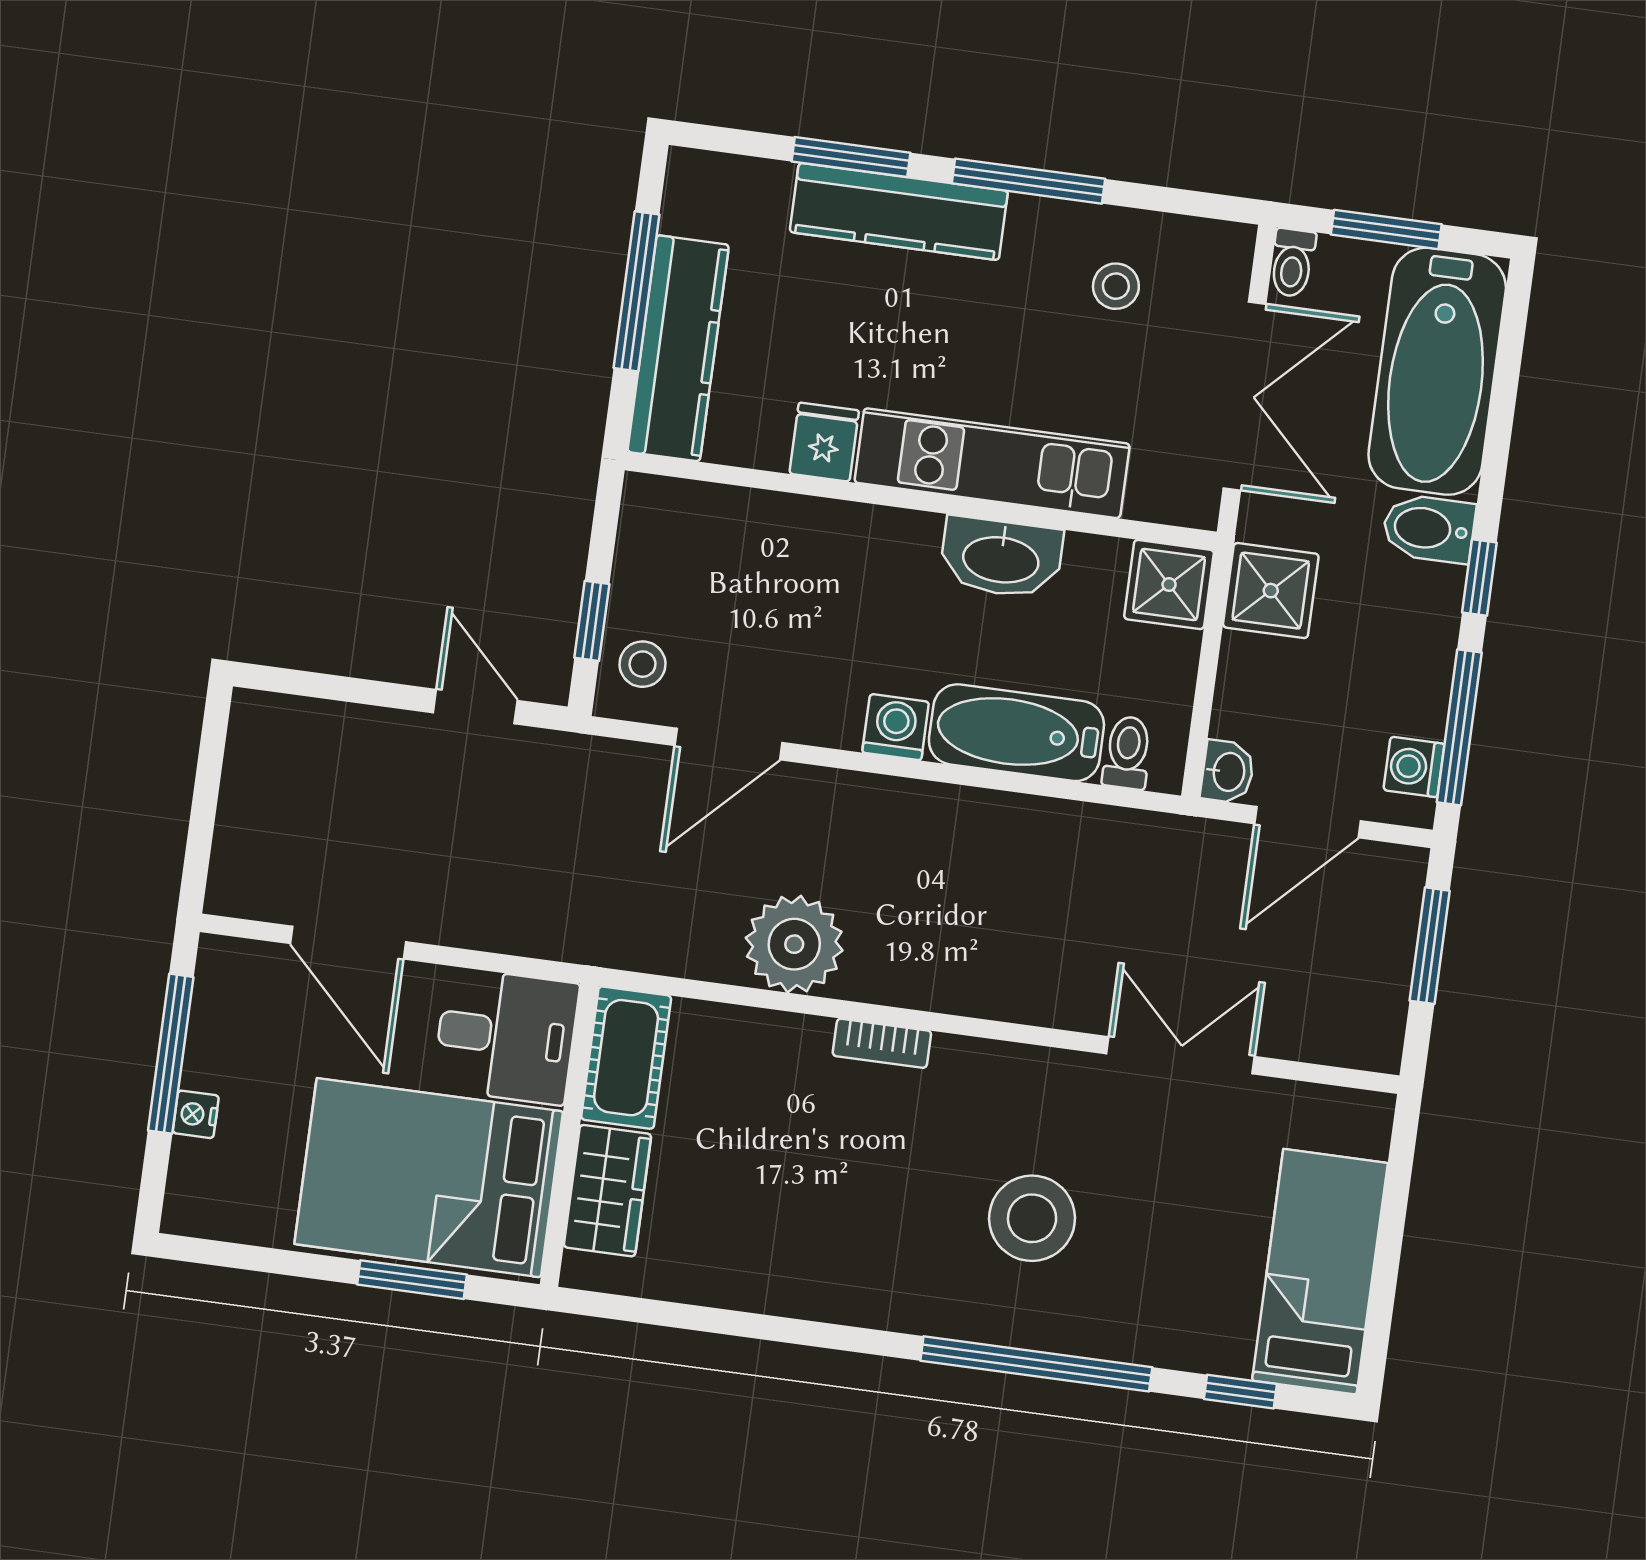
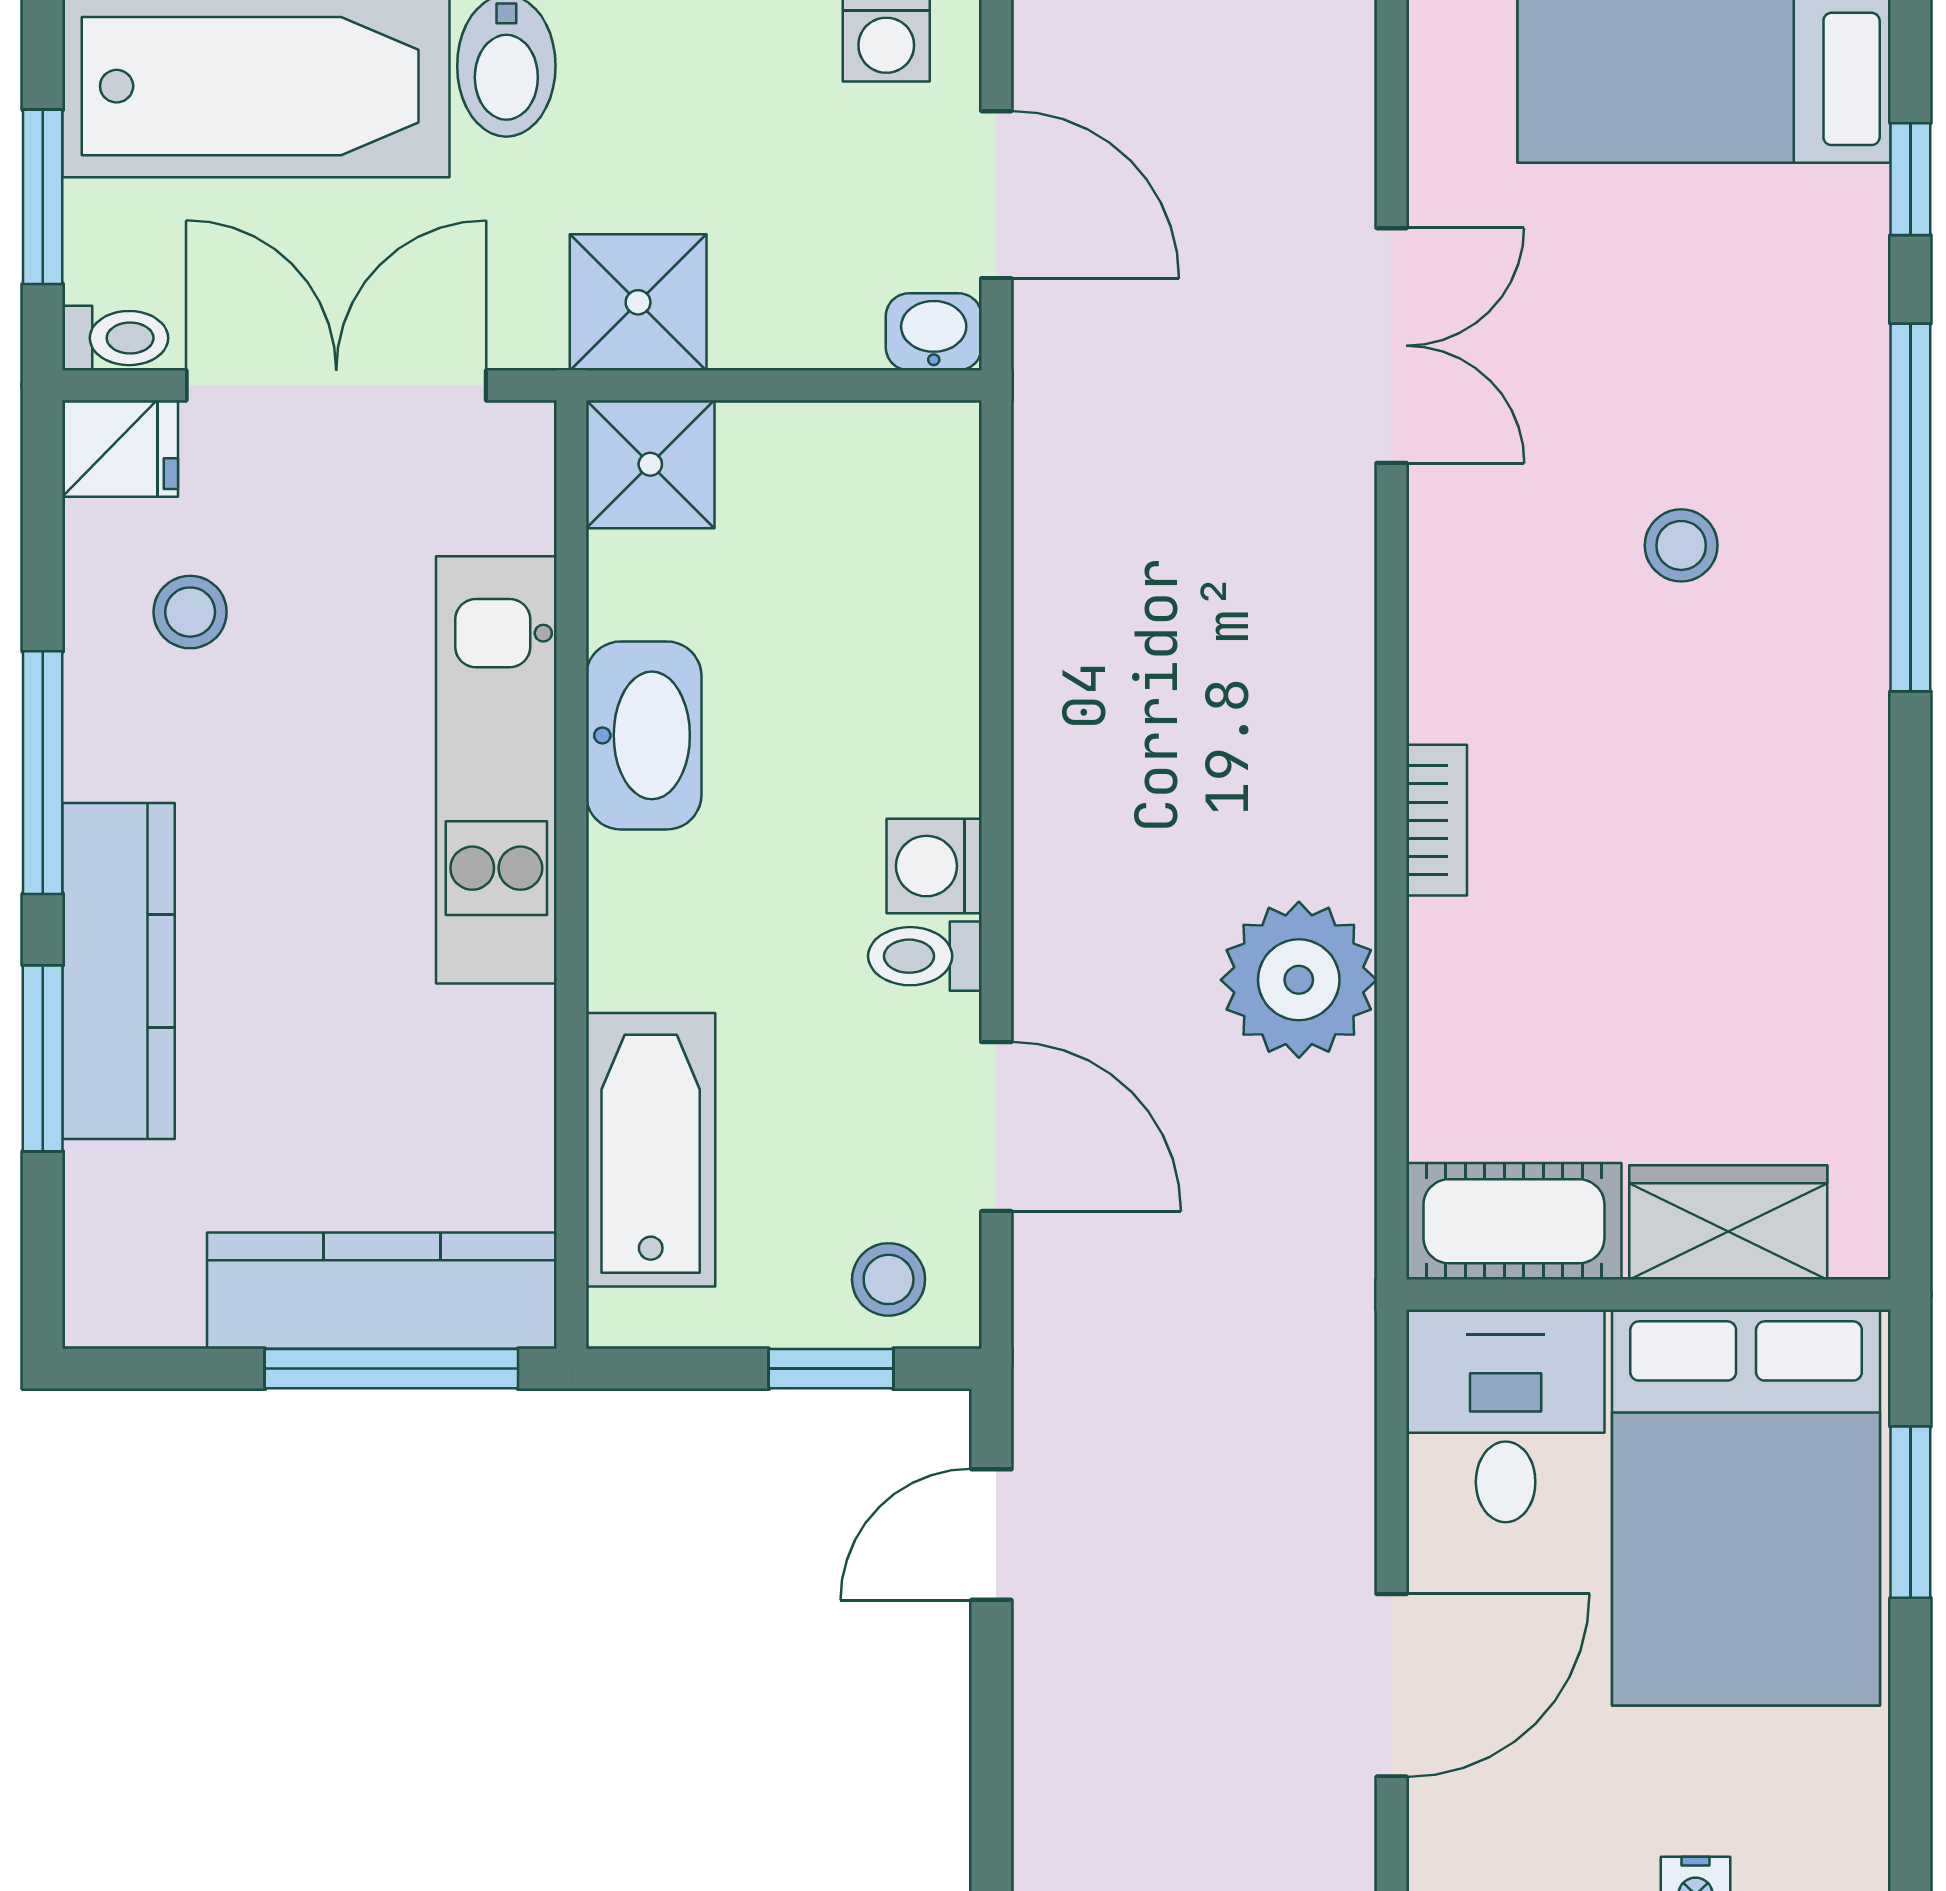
window: (636, 291) -> (391, 1369), moved
fridge: (824, 442) -> (120, 449), moved, turned 180
bathtub: (1016, 733) -> (651, 1150), moved, turned 180
toilet: (1127, 753) -> (925, 956), moved
double door: (1181, 1055) -> (1392, 346), swing flipped
stool: (1032, 1218) -> (1681, 545), width x0.53, depth x0.53

